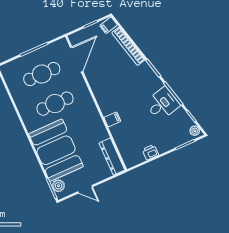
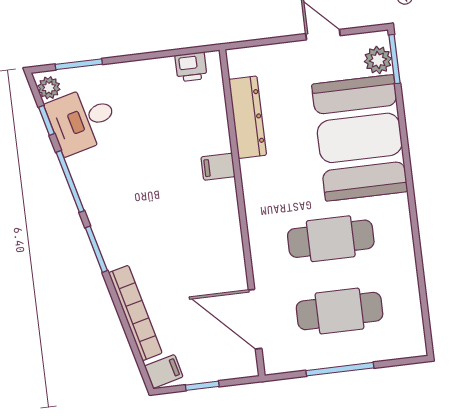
door: (77, 59) -> (255, 319), hinge flipped
desk: (162, 104) -> (82, 120), moved
printer: (150, 152) -> (191, 67), moved
dresser: (112, 157) -> (248, 117), moved

